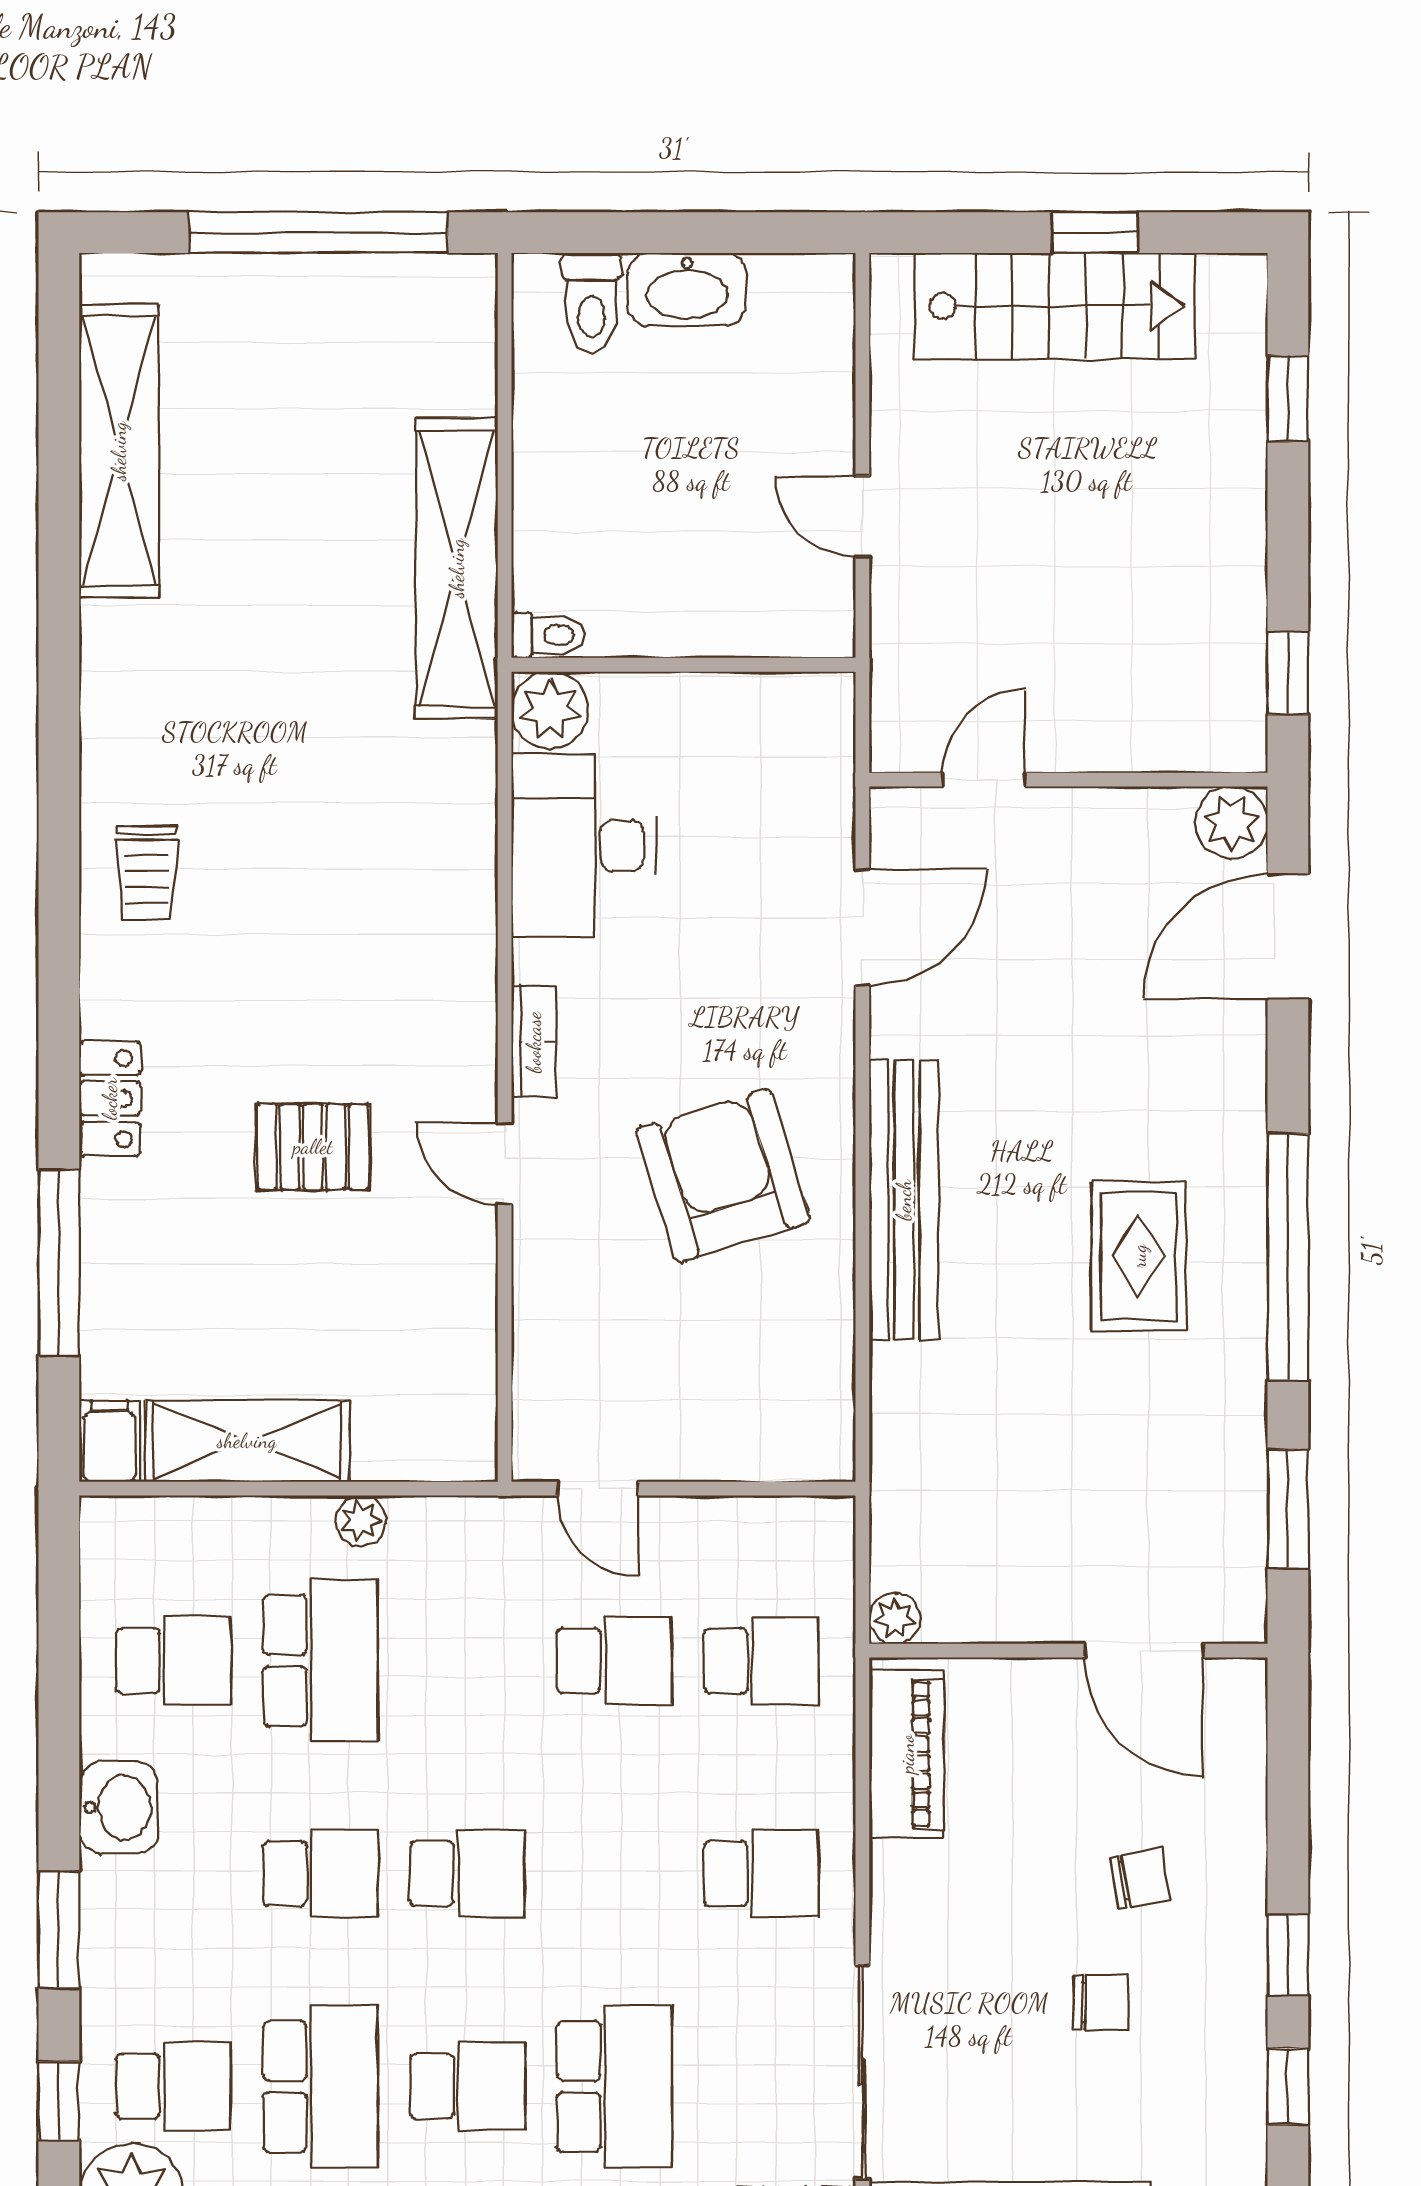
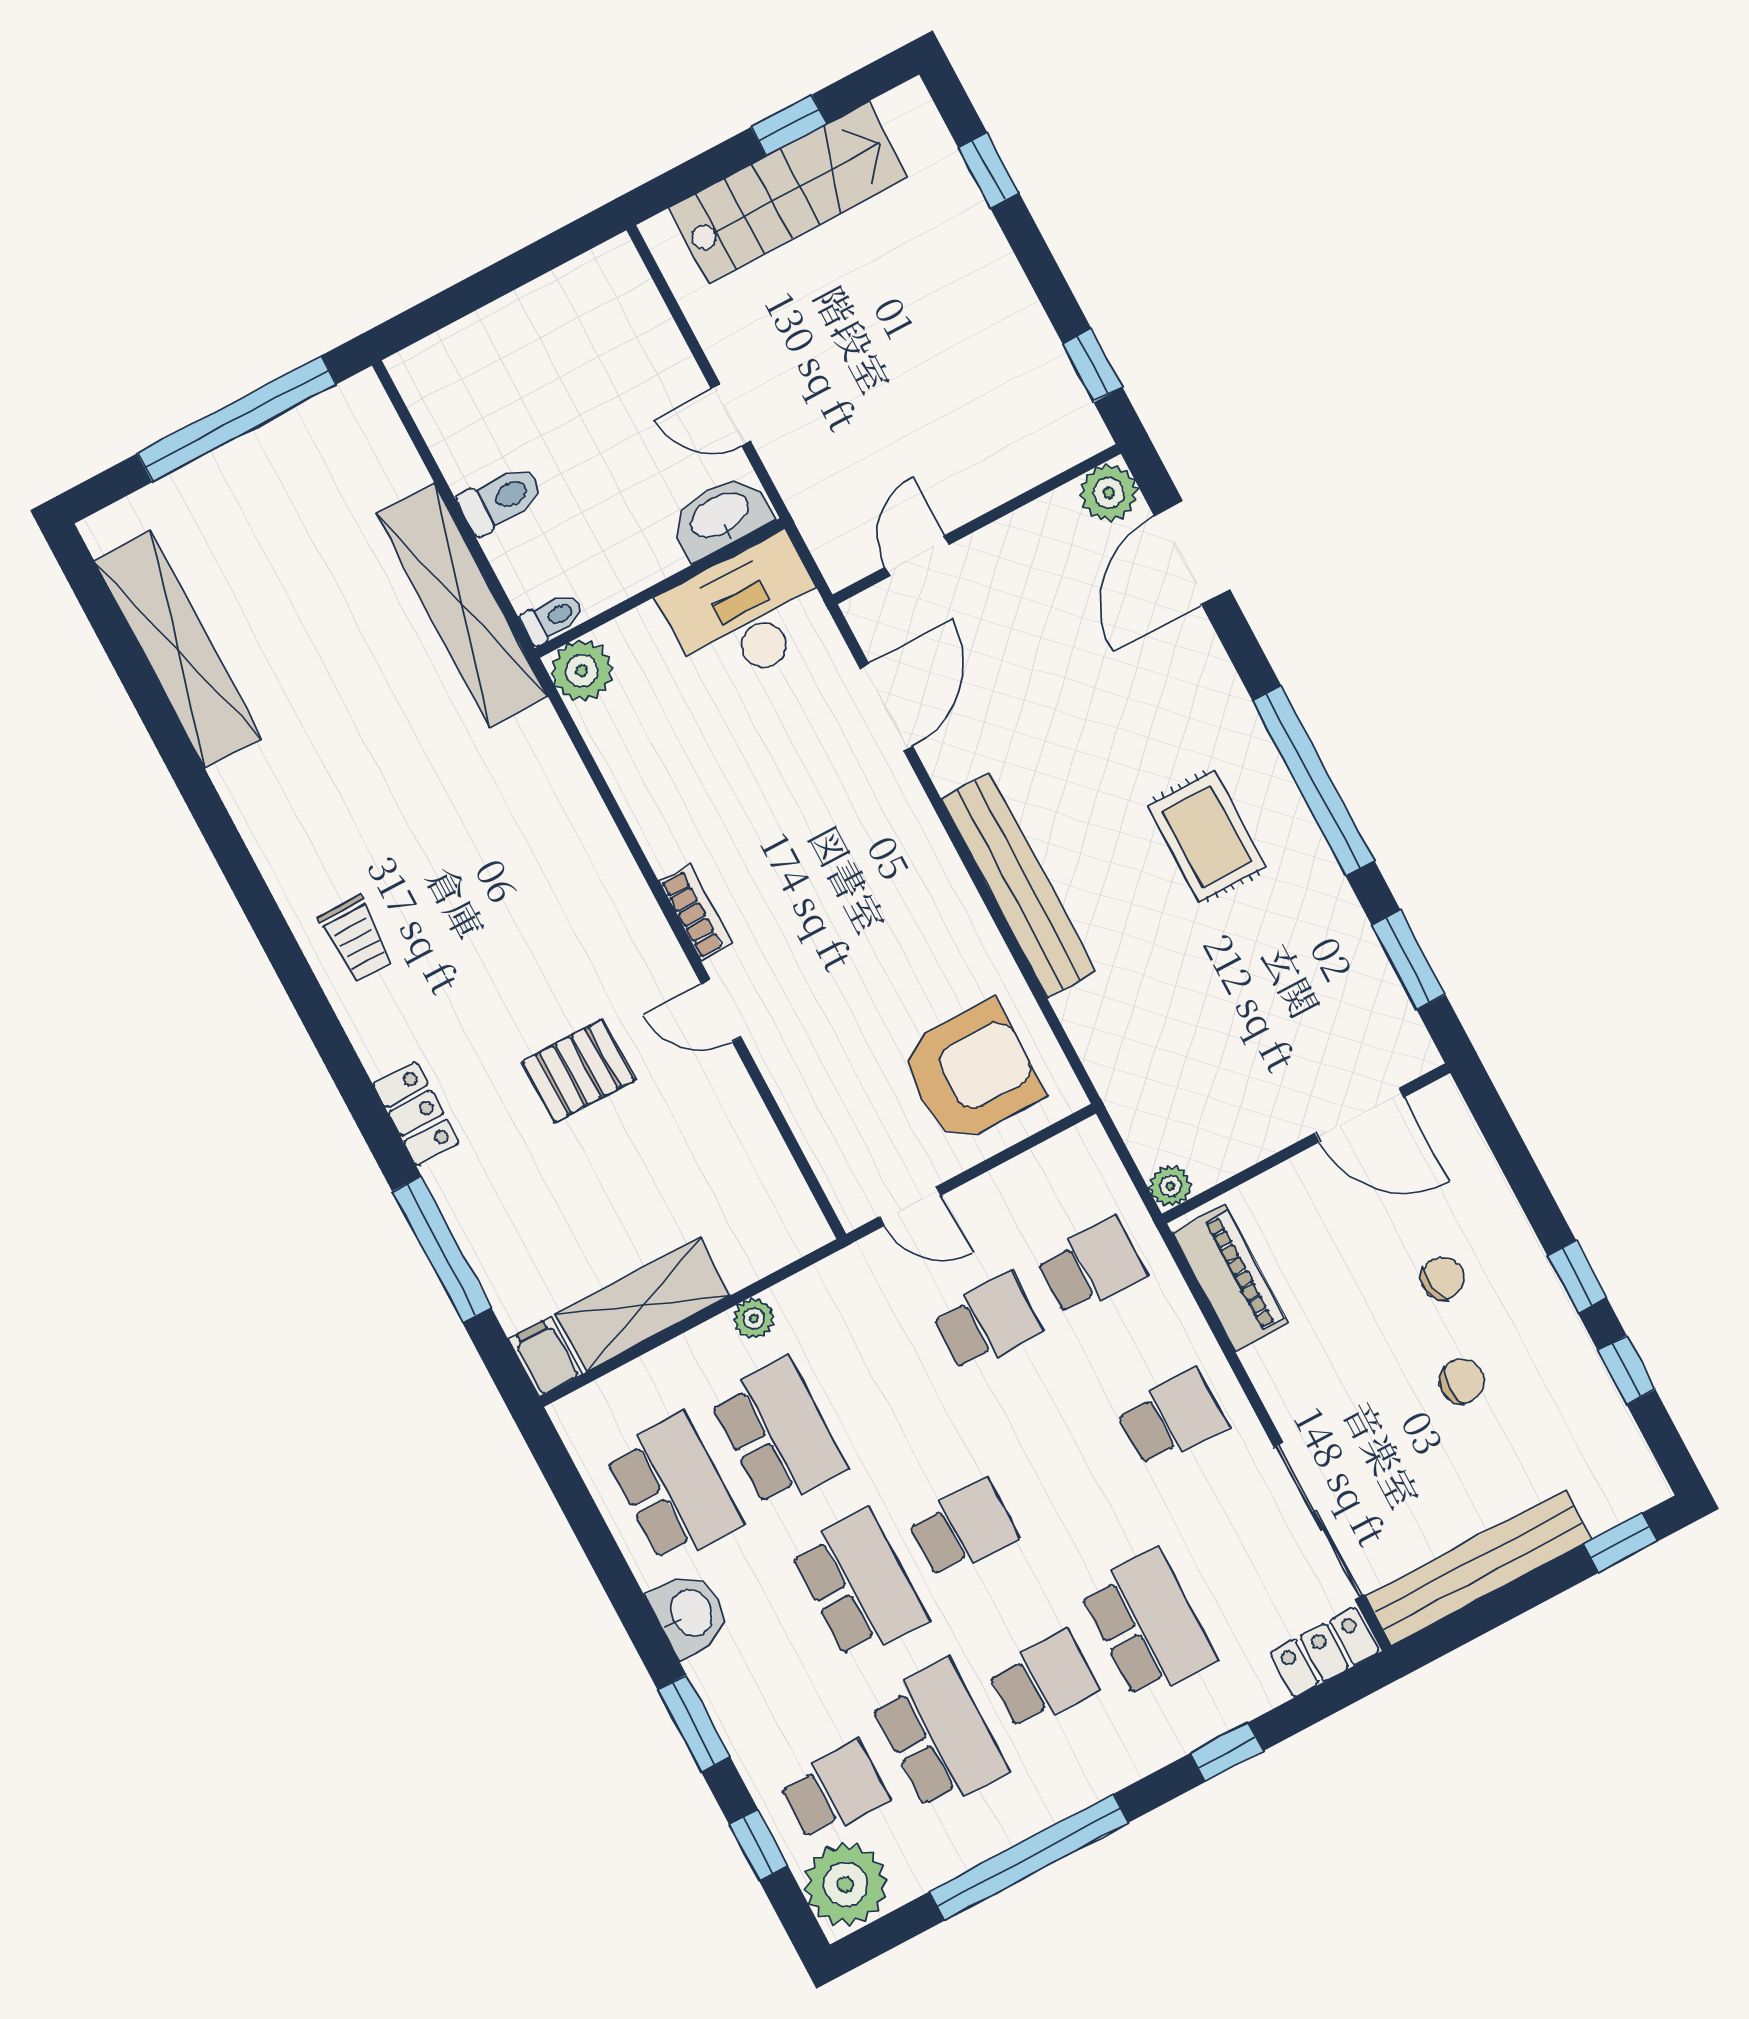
washbasin: (687, 289) -> (720, 517), moved, turned 180
toilet: (592, 303) -> (501, 499), moved, turned -90
desk: (583, 846) -> (747, 613), moved, turned 90
armchair: (723, 1176) -> (971, 1073), moved, turned 107
school desk: (173, 1661) -> (674, 1489), width x1.85
school desk: (320, 1874) -> (859, 1584), width x1.85

